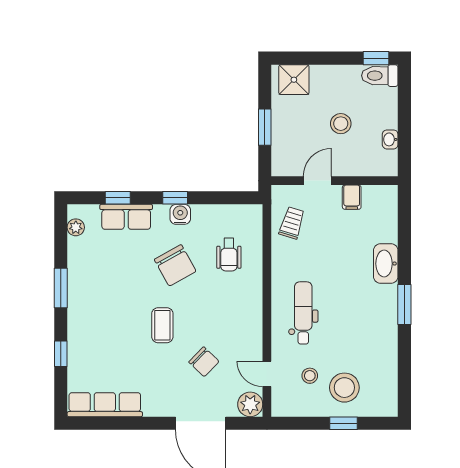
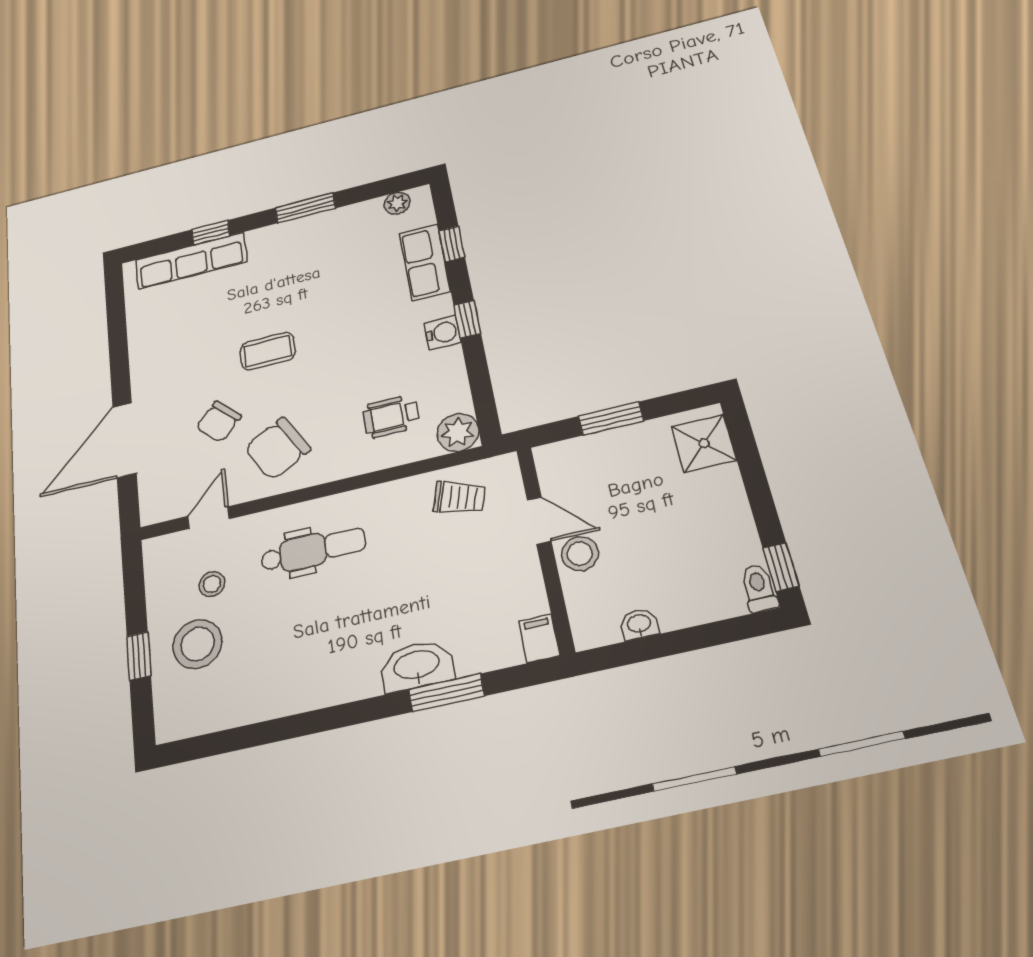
toilet: (380, 76) -> (759, 588), width x0.73, depth x0.72
stool: (341, 124) -> (580, 554), moved
filing cabinet: (352, 197) -> (539, 638), moved, turned 90
chair: (175, 265) -> (278, 448), moved
window: (404, 305) -> (446, 693), moved
plant: (250, 404) -> (458, 432), moved
row of seats: (105, 405) -> (191, 261), moved, turned 90

